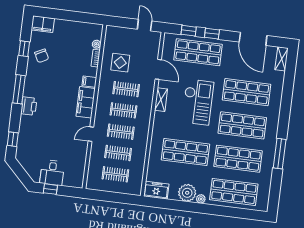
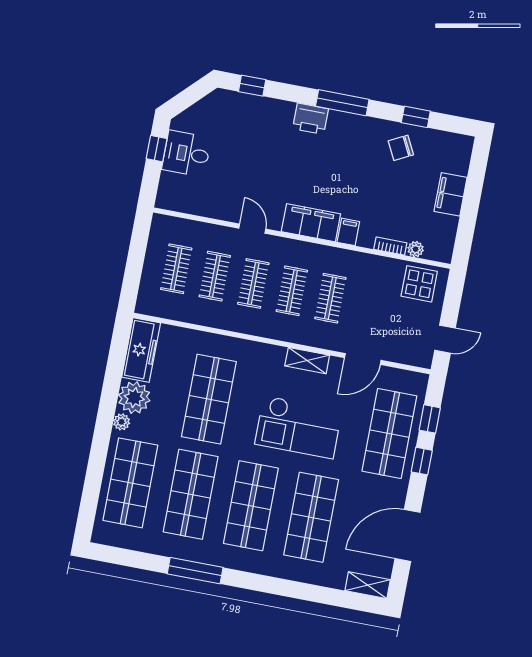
filing cabinet: (43, 24) -> (451, 194), moved
display table: (120, 63) -> (419, 284), moved
freezer: (156, 190) -> (141, 350), width x1.40

